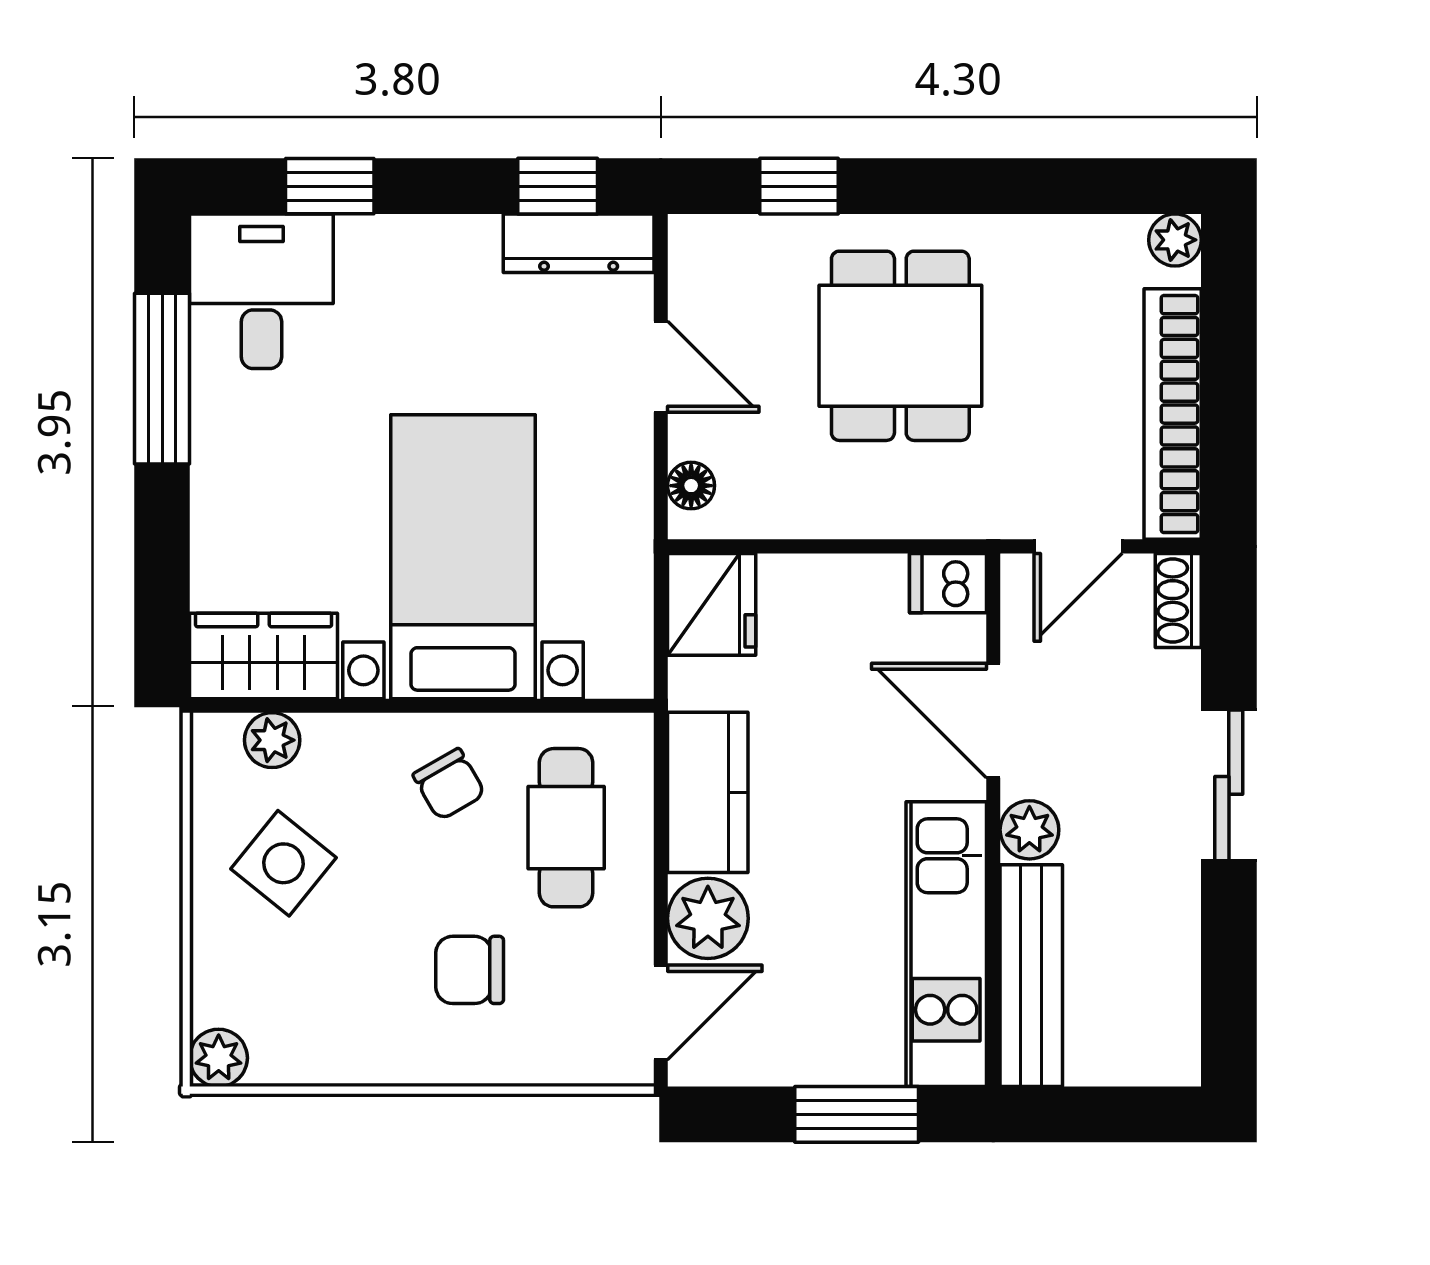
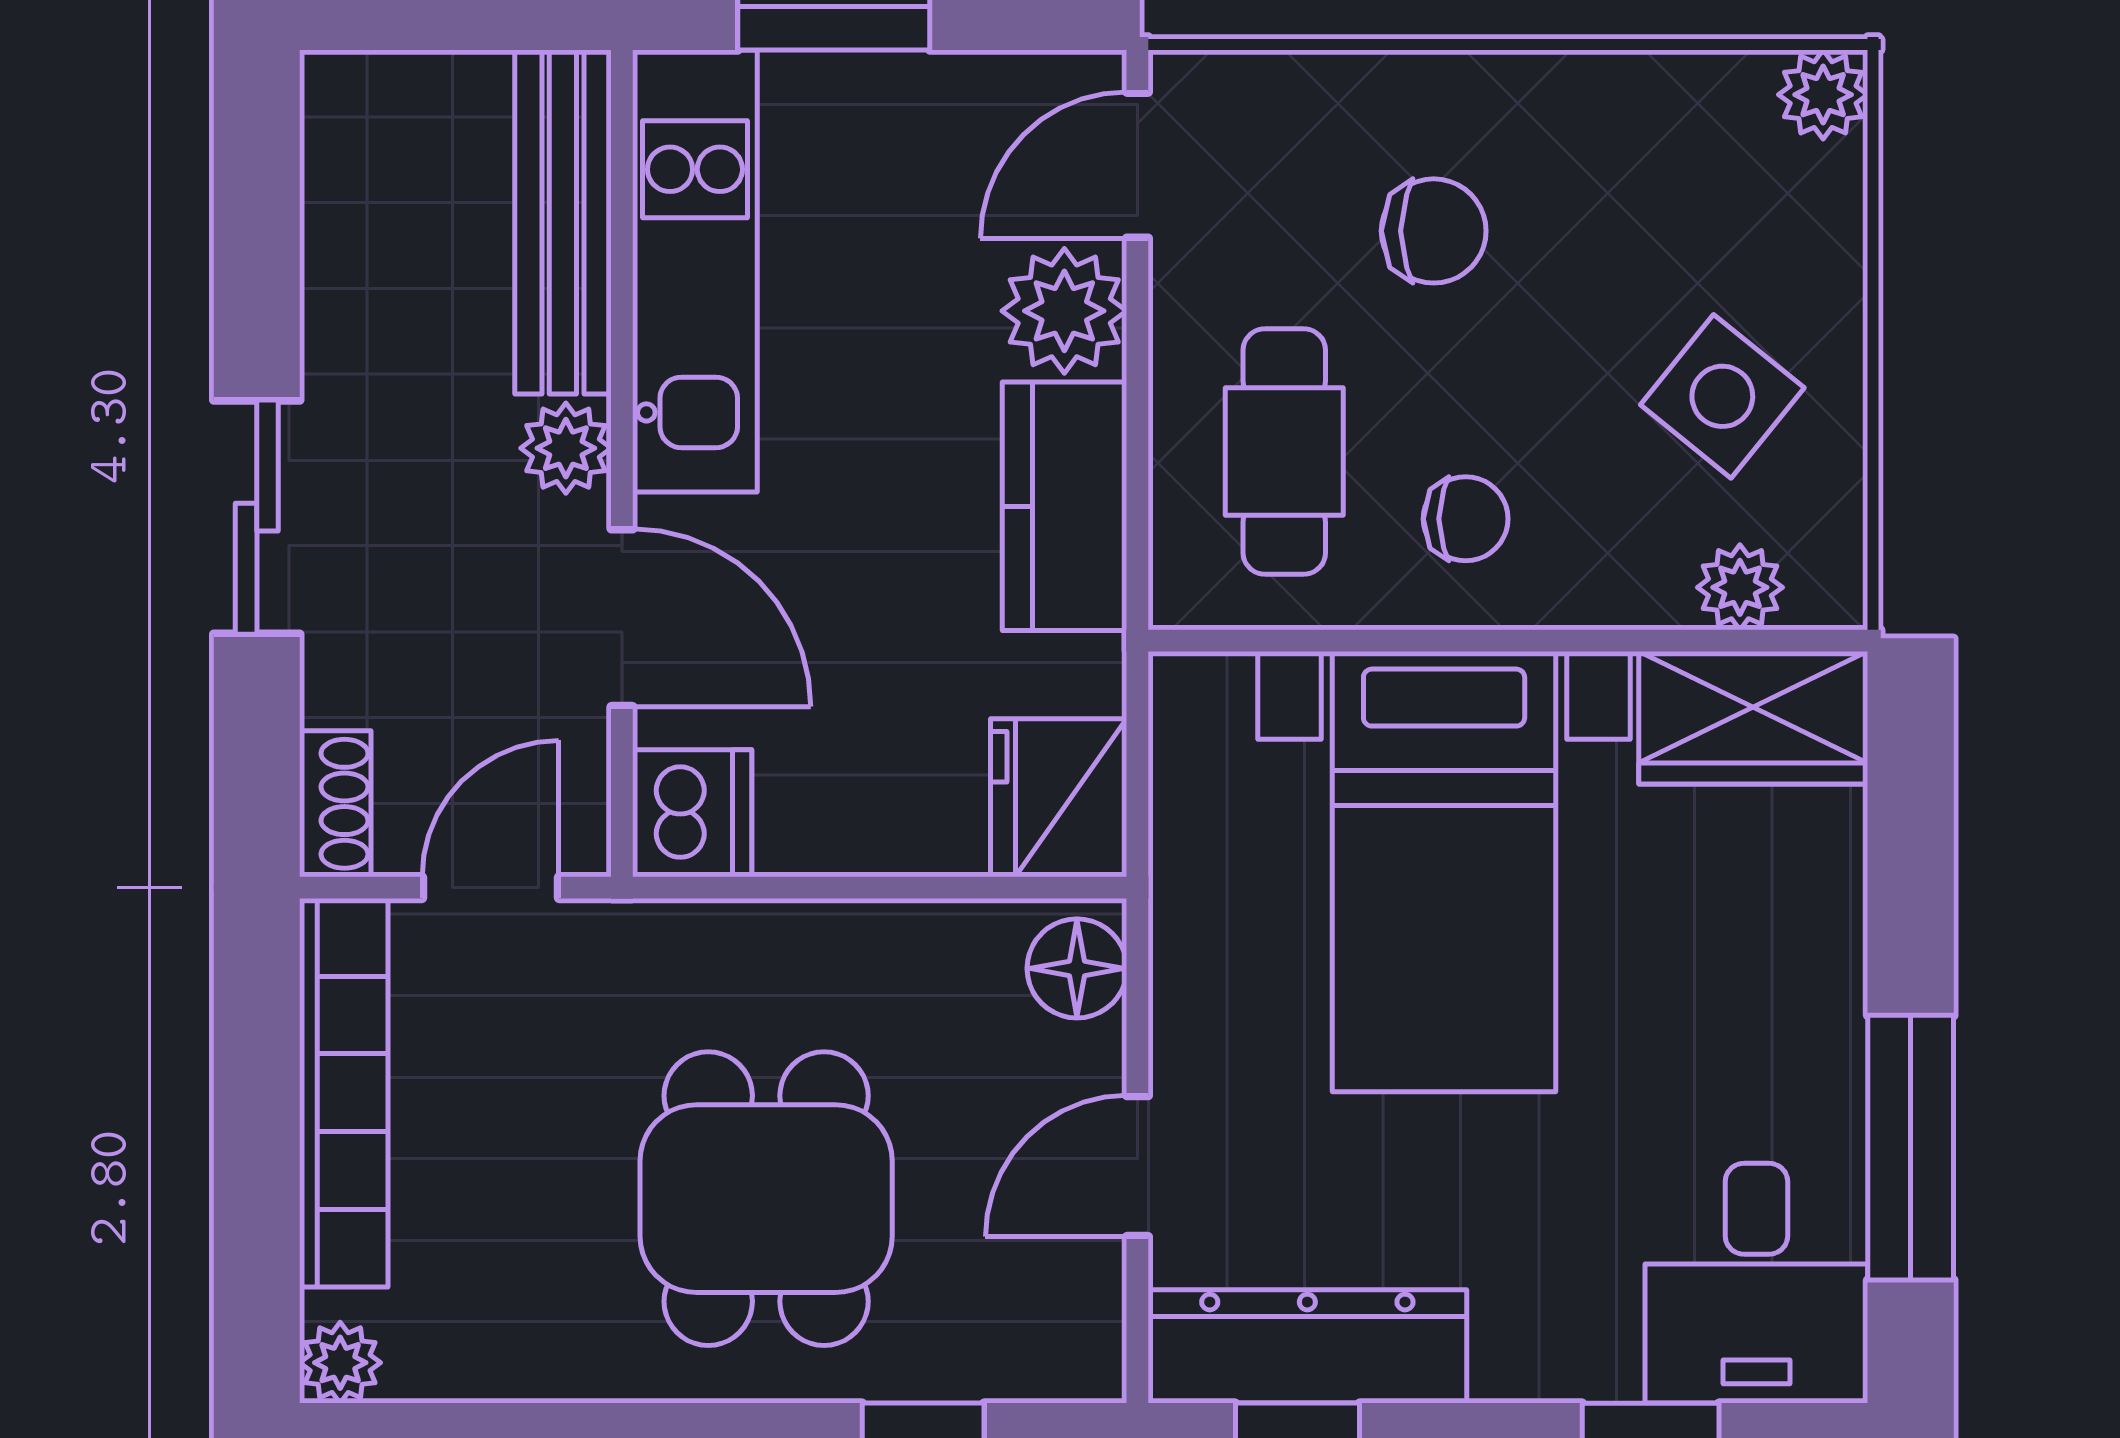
dresser: (579, 243) -> (1307, 1346), width x1.37, depth x1.24
door: (661, 367) -> (1137, 1166), hinge flipped
floor lamp: (691, 486) -> (1077, 968), width x1.37, depth x1.37
dishwasher: (948, 583) -> (692, 813), width x1.38
chair: (449, 784) -> (1466, 519), turned 120

